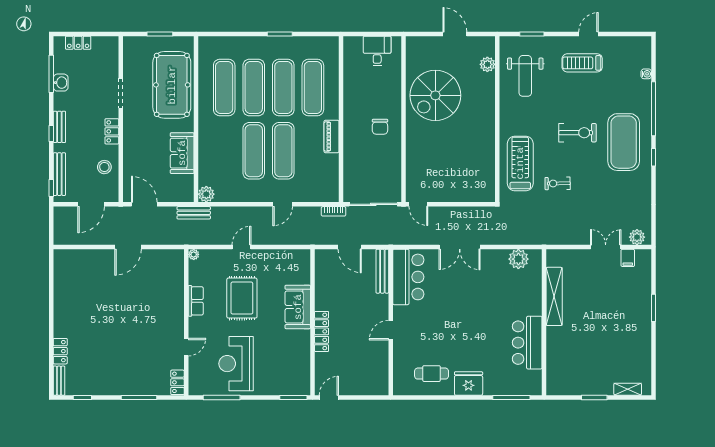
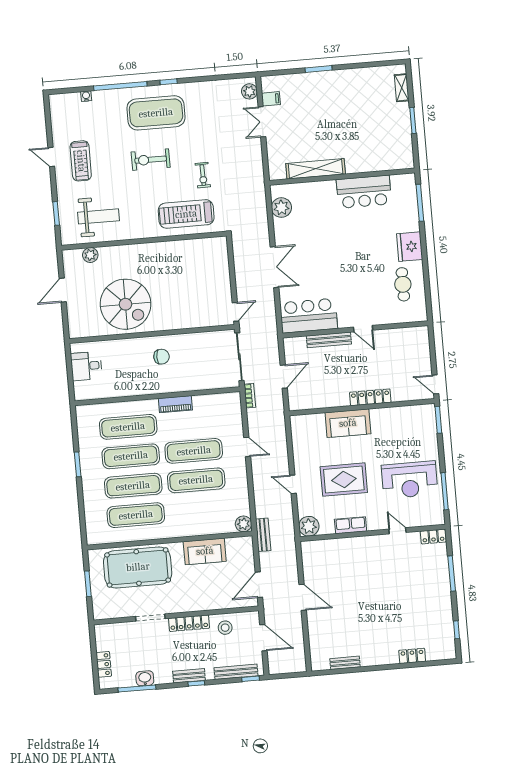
locker: (112, 131) -> (189, 623), width x1.53
exercise bike: (577, 133) -> (151, 160), turned -90
plant: (194, 254) -> (309, 526), width x1.87, depth x1.87
bench: (382, 271) -> (329, 340), moved
bench: (59, 381) -> (345, 663), moved

